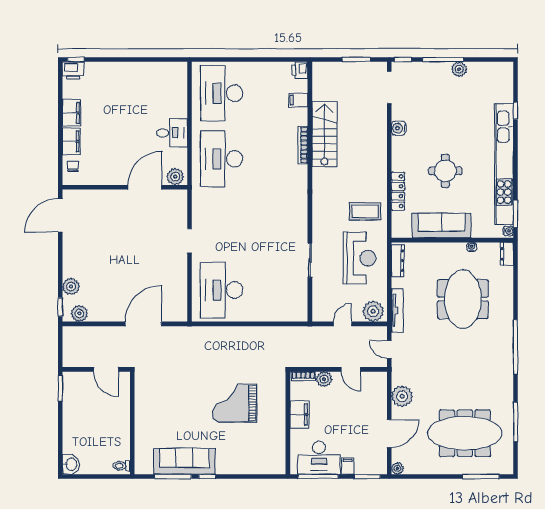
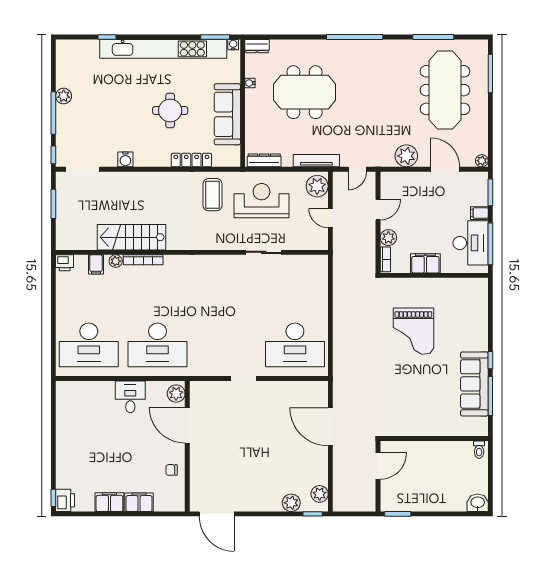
plant: (302, 119) -> (116, 261), added
chair: (73, 166) -> (172, 470), moved

